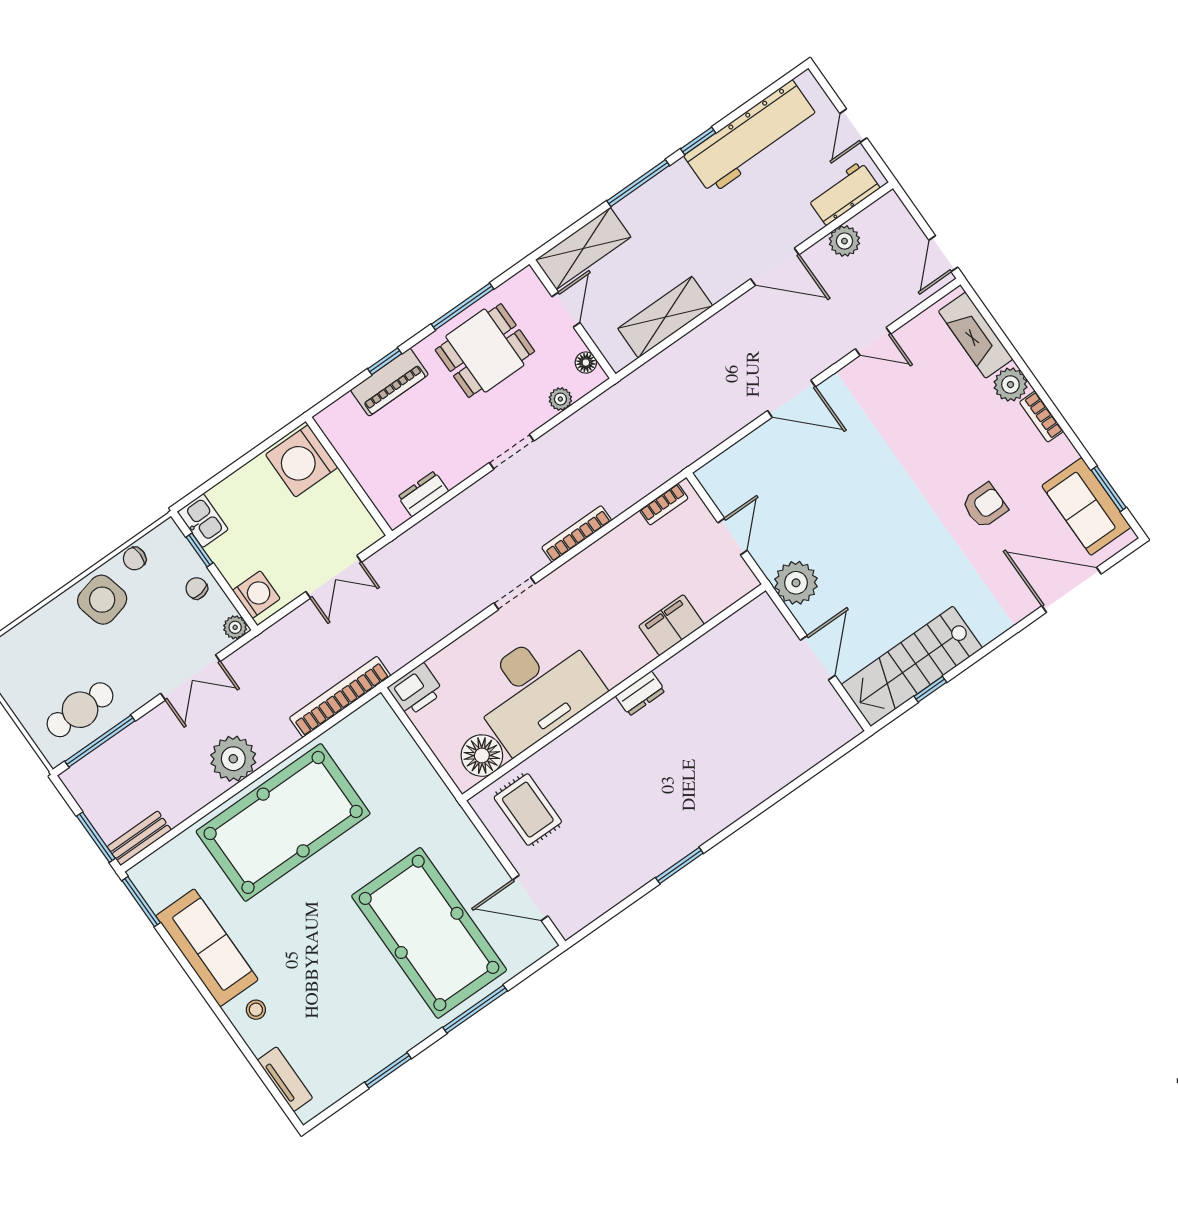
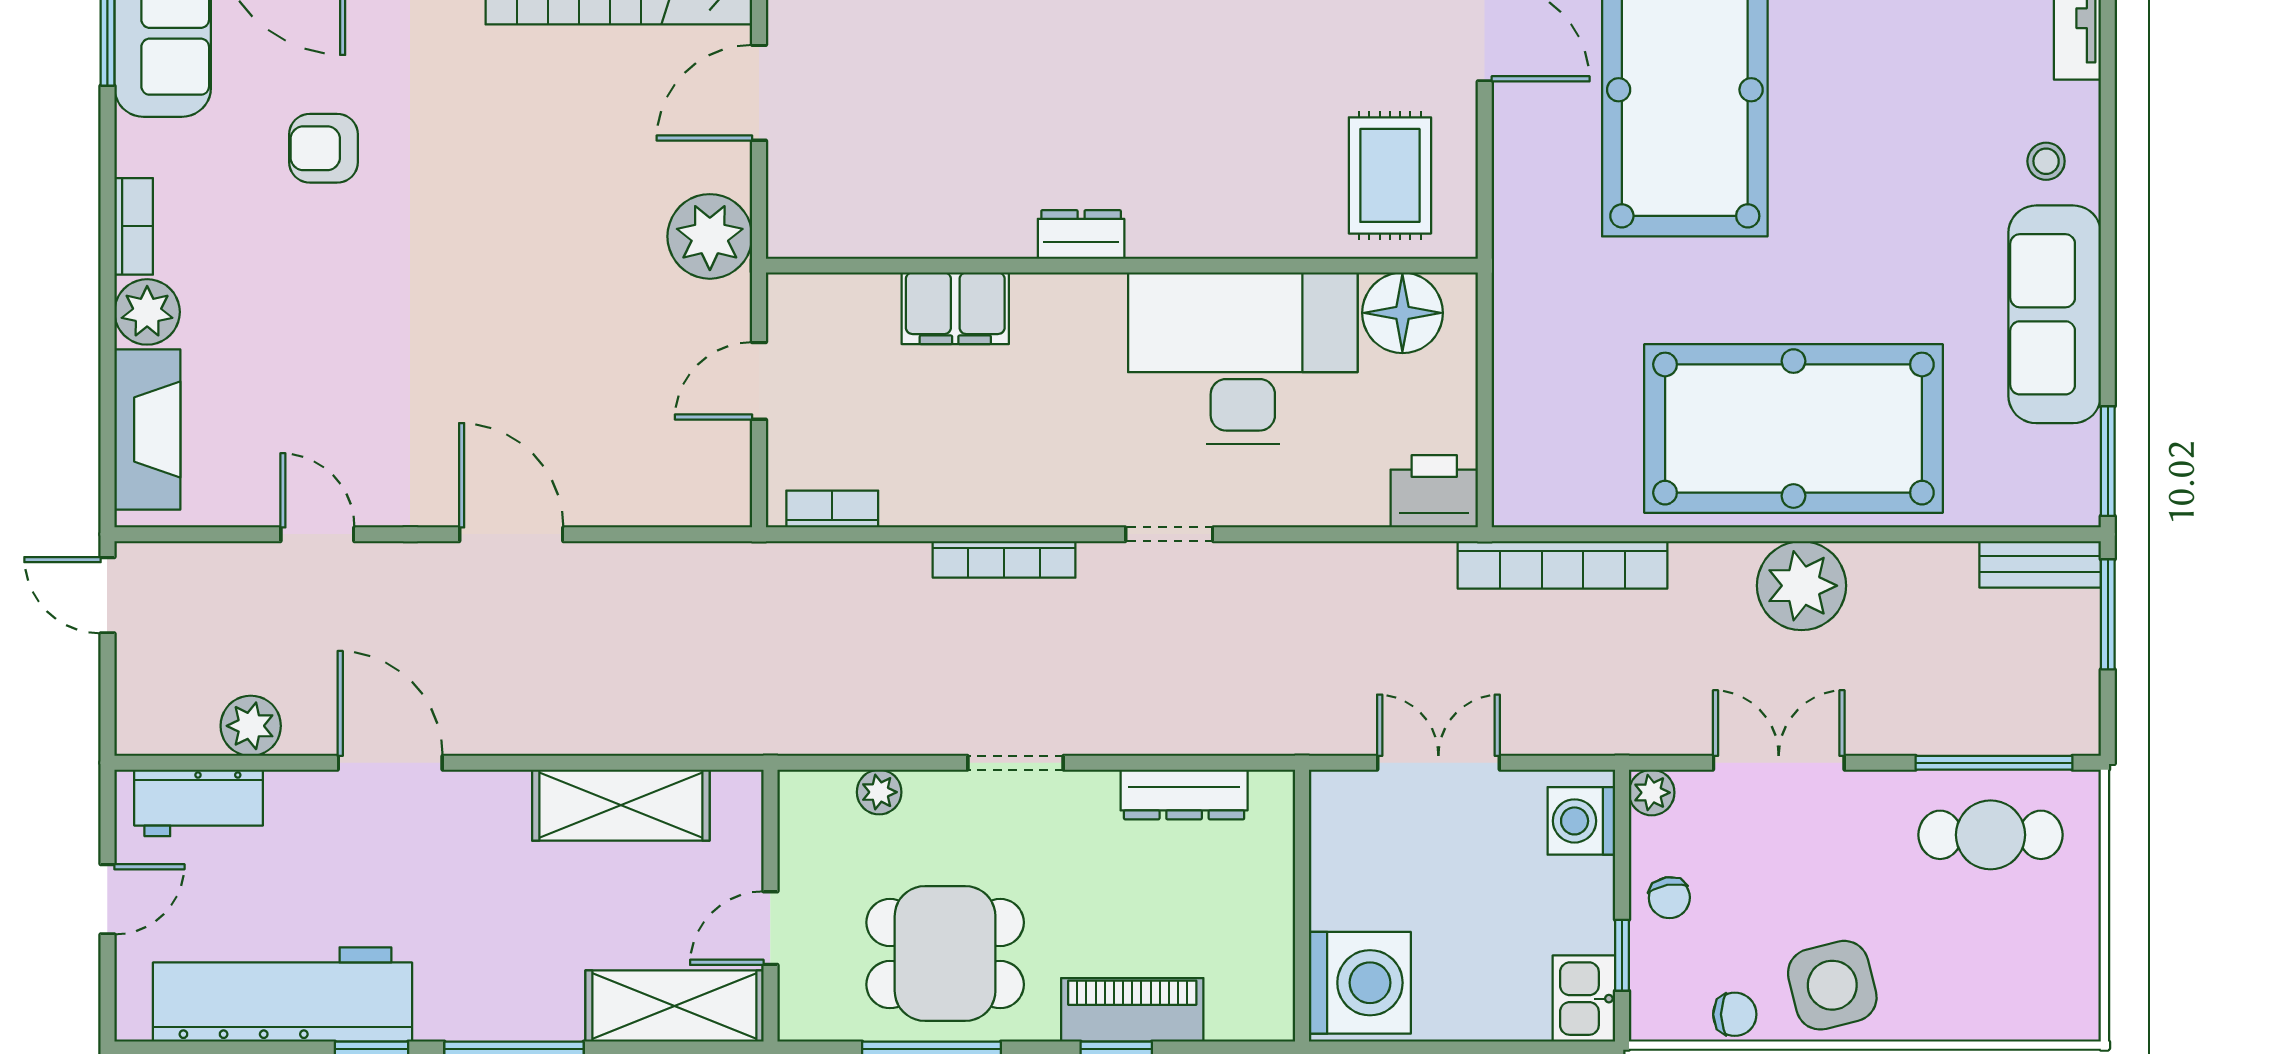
door: (943, 254) -> (107, 595), swing flipped
floor lamp: (586, 363) -> (798, 822), removed
dresser: (423, 494) -> (1184, 795), width x1.44

